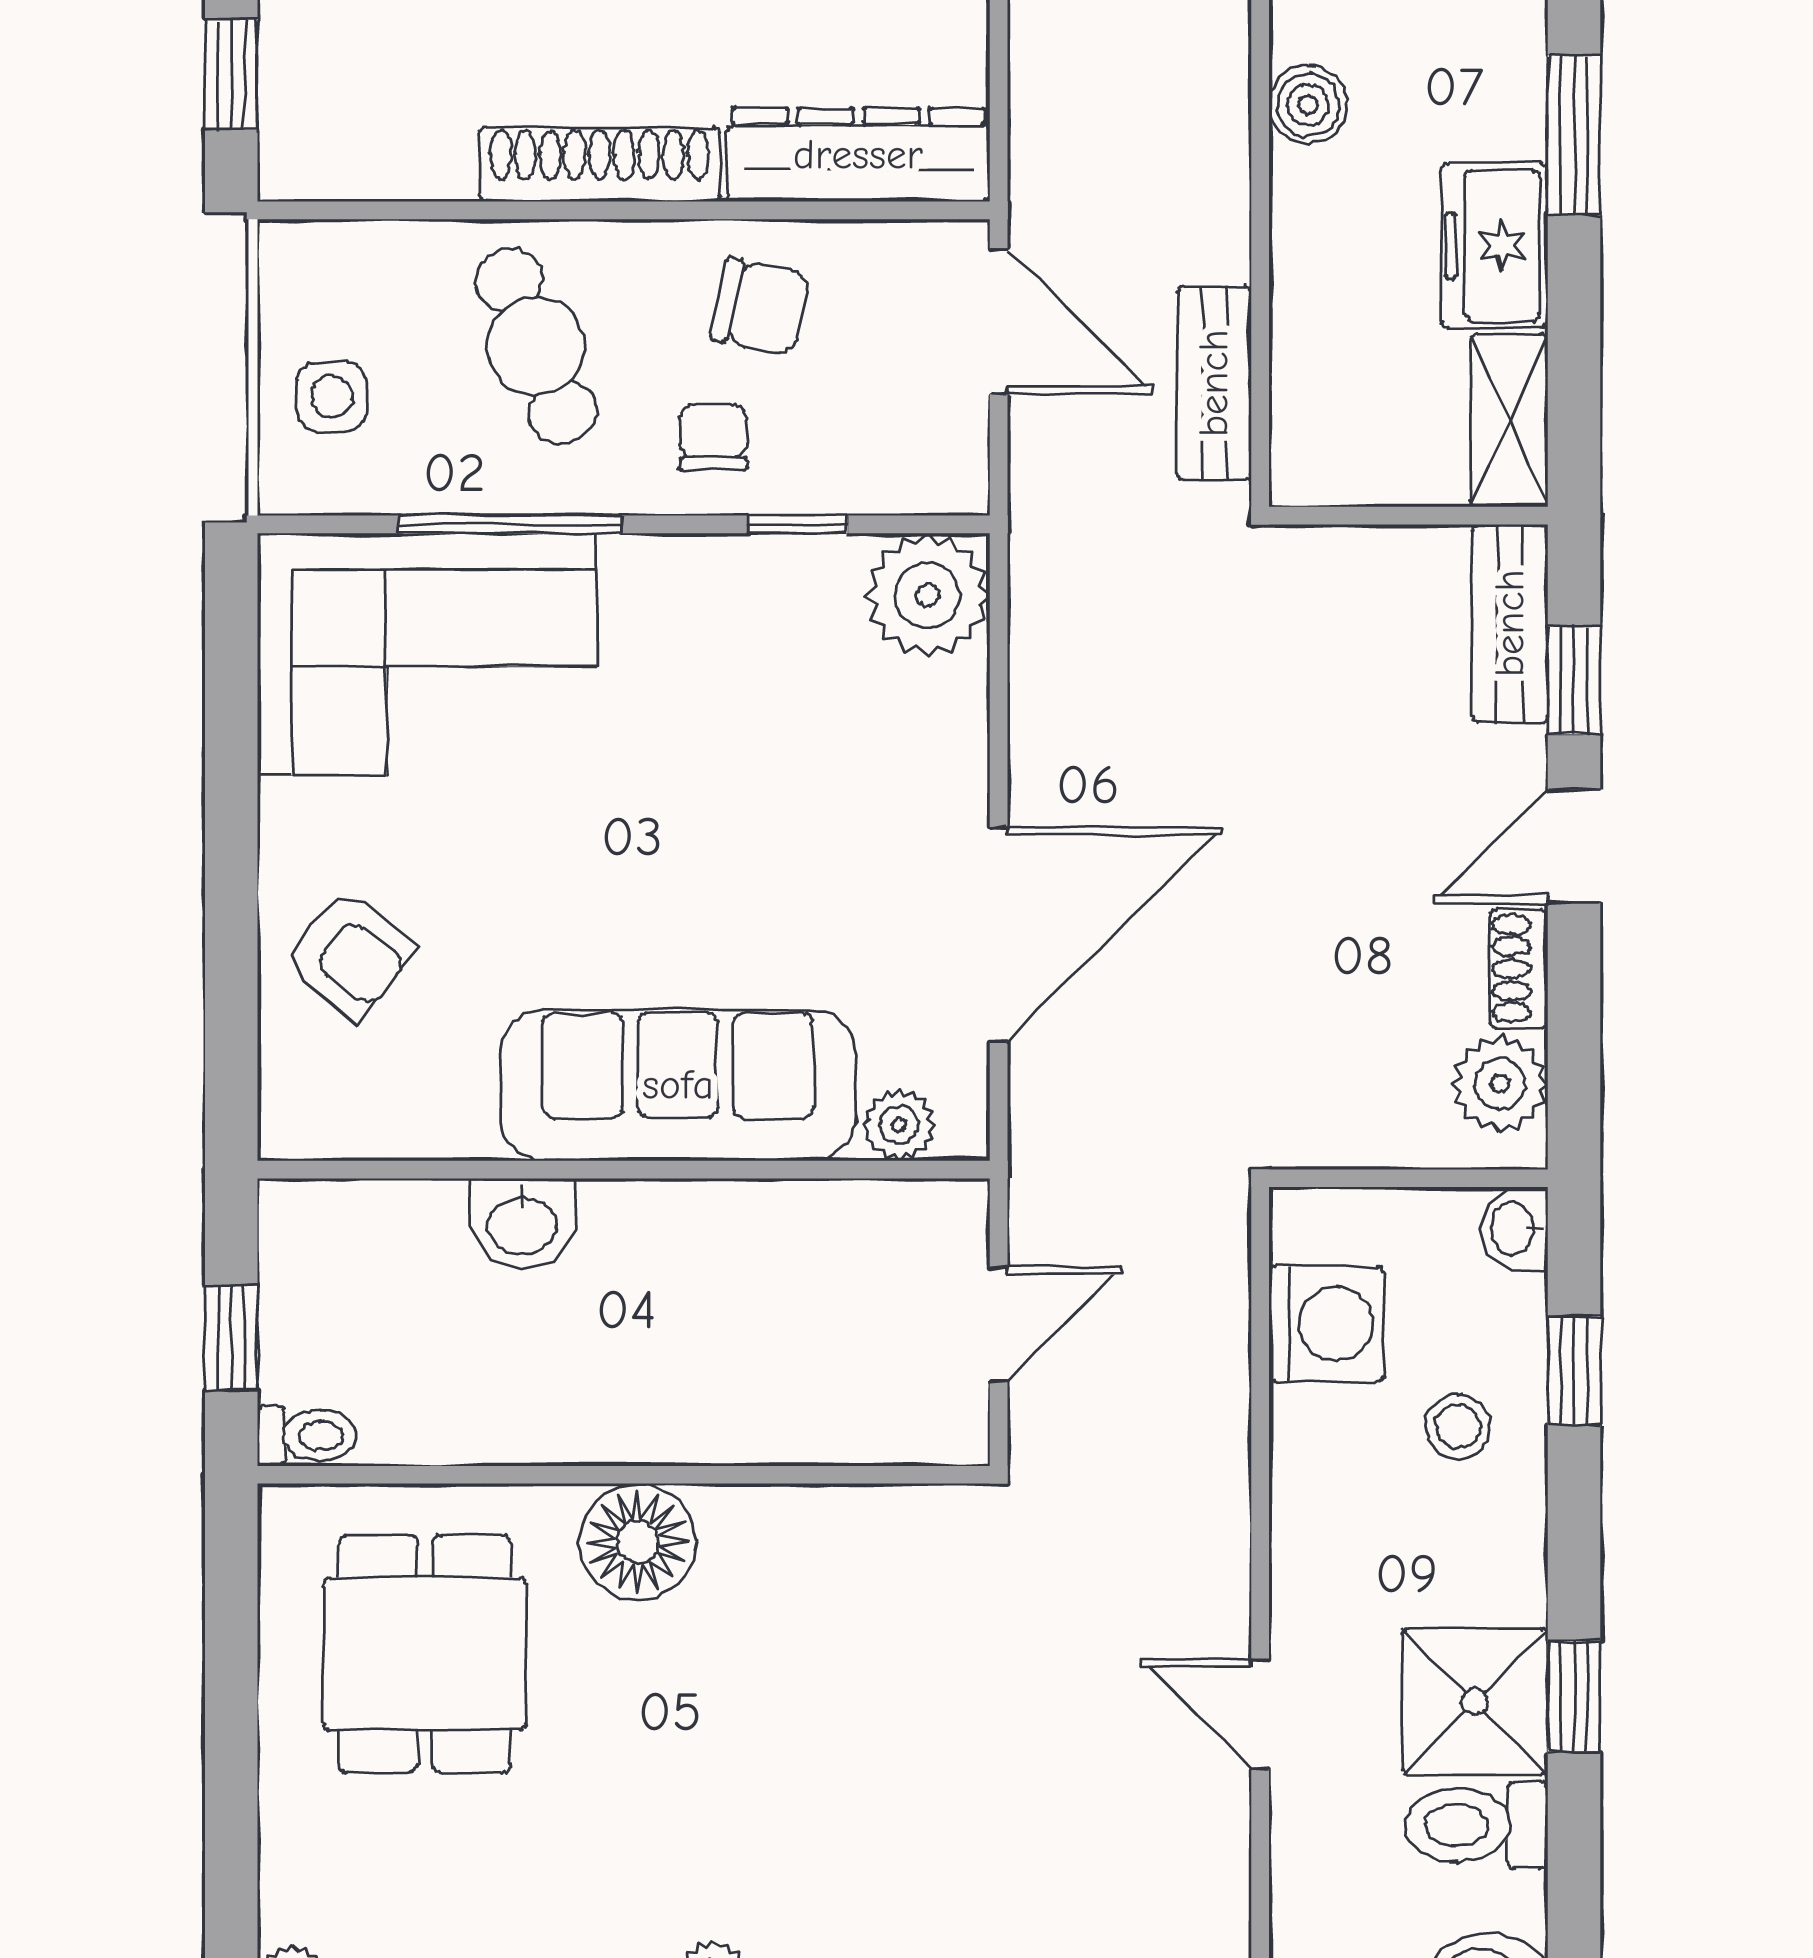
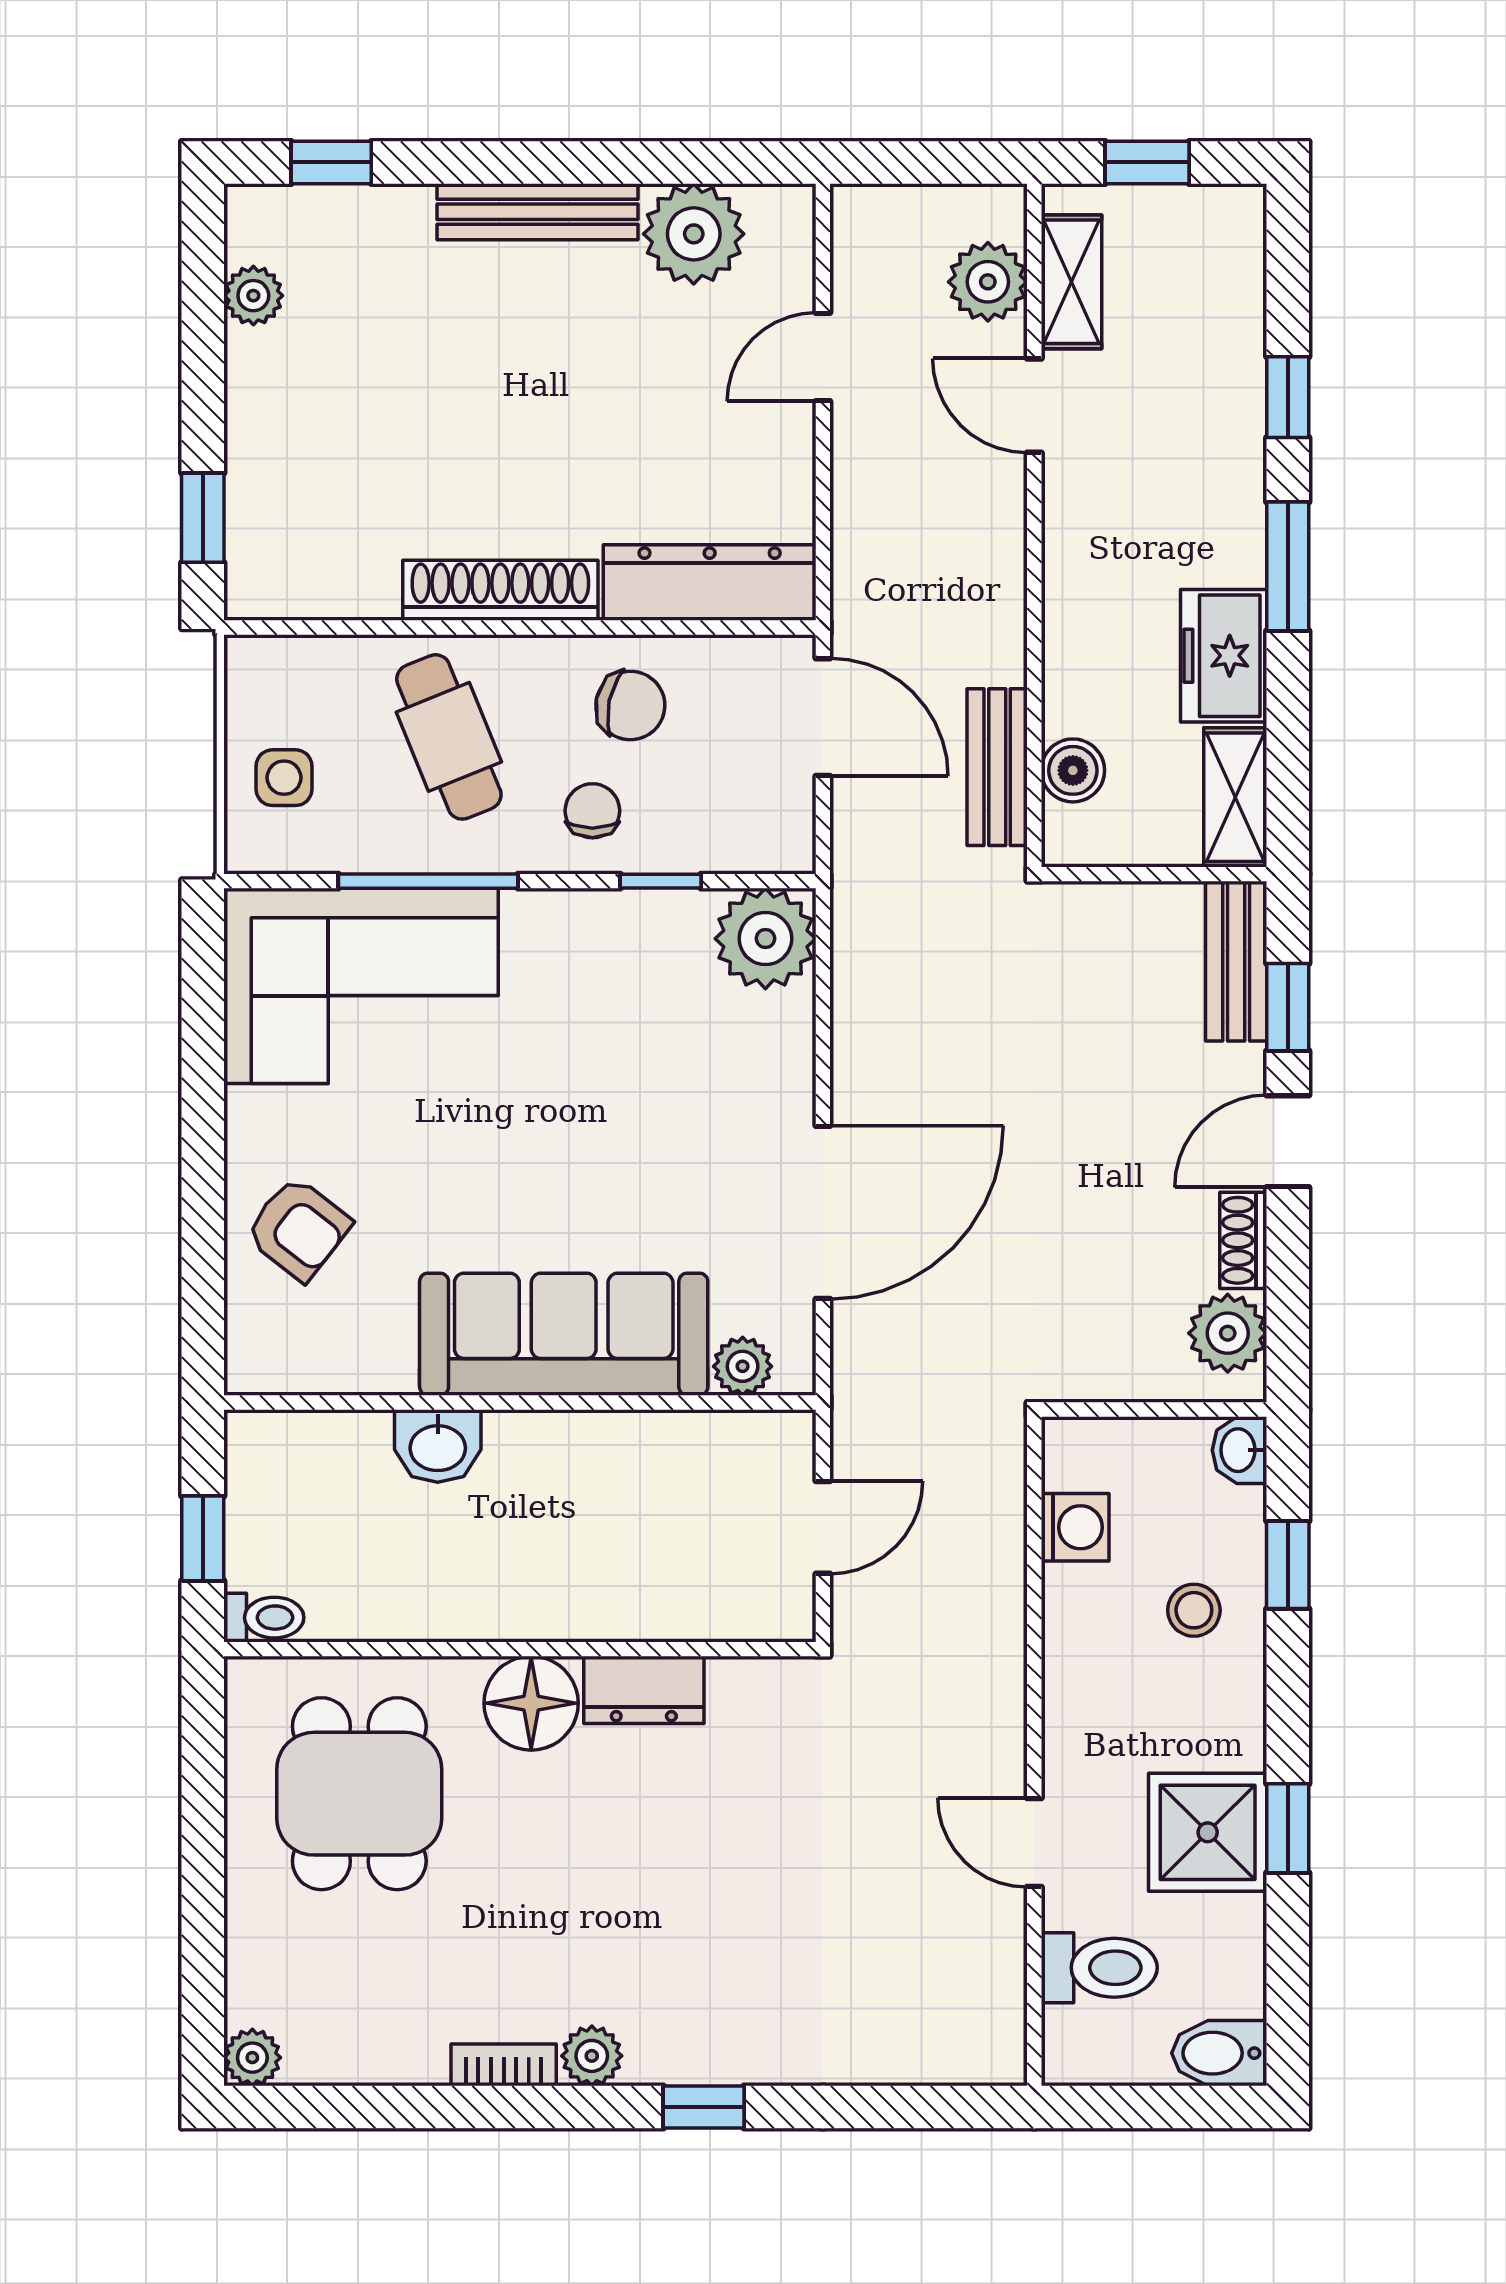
boiler: (1308, 105) -> (1073, 770), moved
washing machine: (1327, 1324) -> (1075, 1527), width x0.73, depth x0.73
dresser: (777, 1525) -> (644, 1690), added
toilet: (1476, 1825) -> (1099, 1968), moved, turned 180

